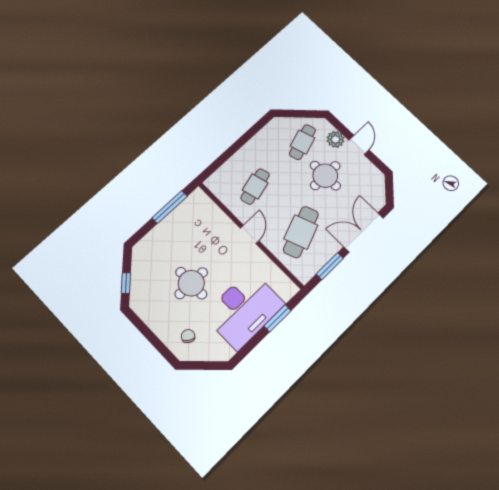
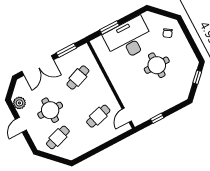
plant: (335, 139) -> (19, 103), moved
window: (170, 207) -> (157, 118), width x0.46
cafe table: (301, 232) -> (78, 78), width x0.73, depth x0.74
door: (250, 234) -> (127, 115), moved

